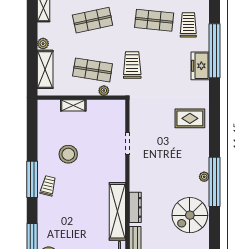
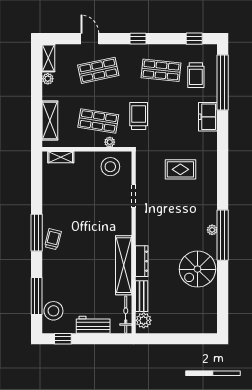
trolley: (188, 25) -> (196, 75), turned 180
plant: (43, 44) -> (48, 79), moved
window: (215, 51) -> (223, 83), moved
shelving: (73, 105) -> (61, 157), moved
rug: (190, 118) -> (180, 169), moved
stool: (68, 154) -> (110, 167), moved

